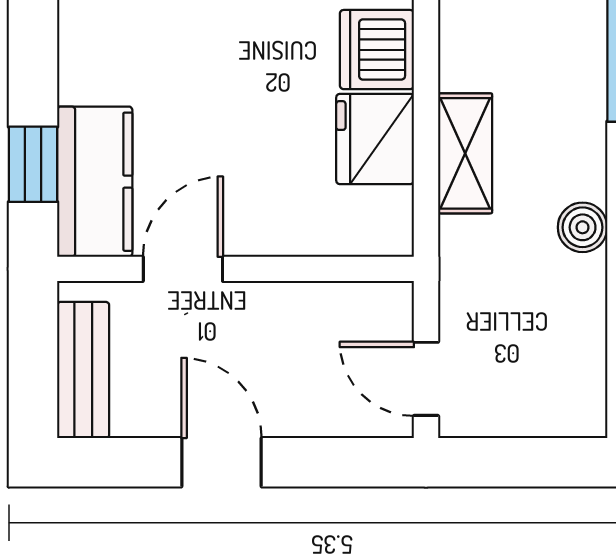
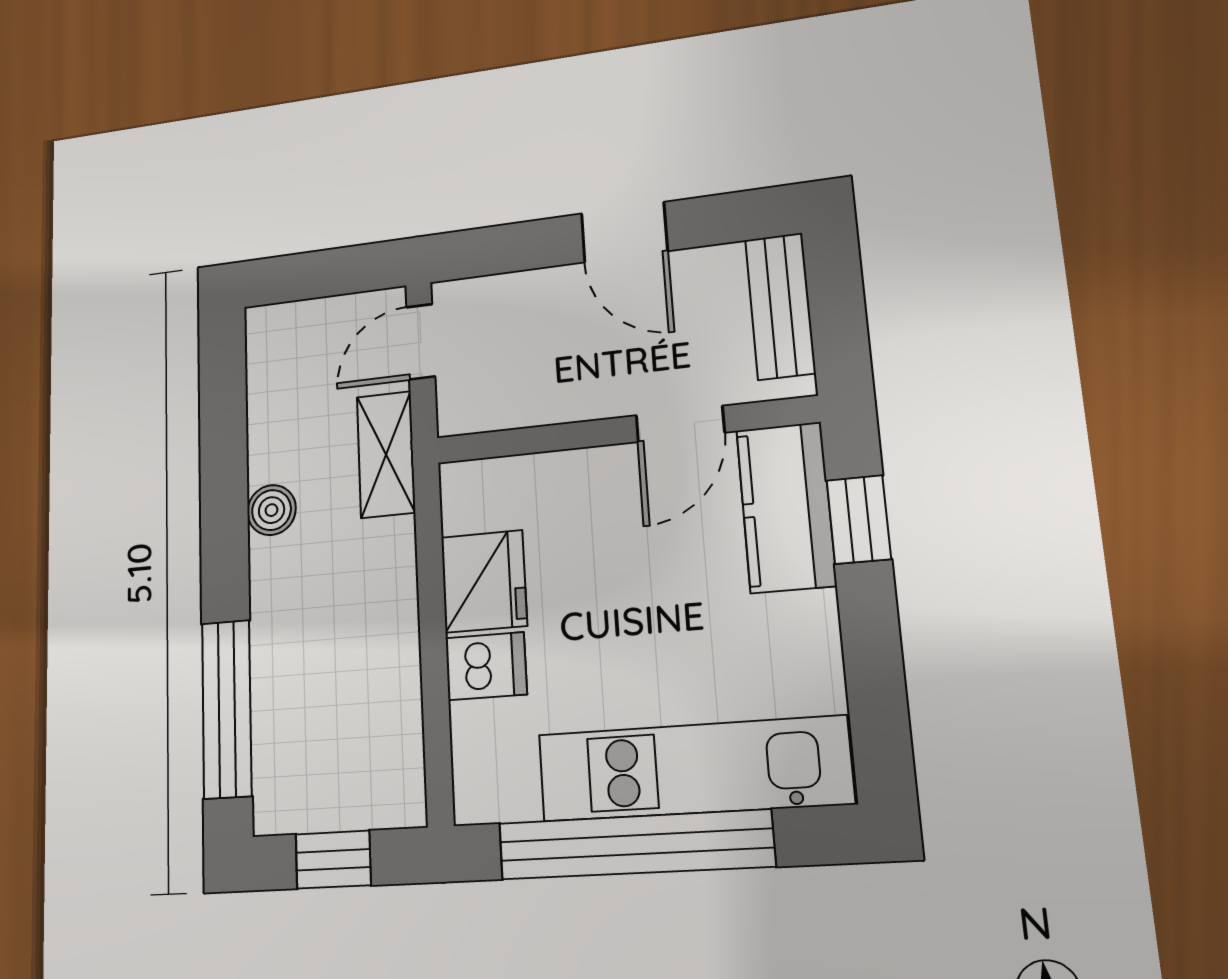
dishwasher: (377, 50) -> (486, 666), width x0.73
shelving: (465, 153) -> (386, 454), moved
door: (426, 379) -> (421, 342), swing flipped

